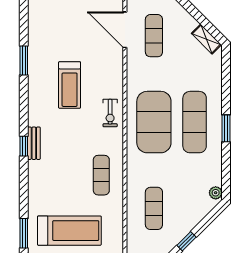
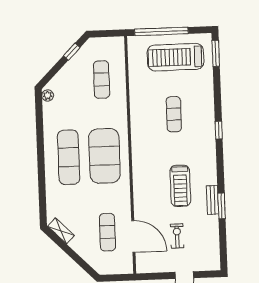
treadmill: (70, 85) -> (180, 186), turned 180
exercise bike: (110, 113) -> (177, 236), moved
window: (226, 128) -> (41, 153), removed
bench: (34, 143) -> (212, 200), moved
exercise mat: (101, 175) -> (174, 114), moved

